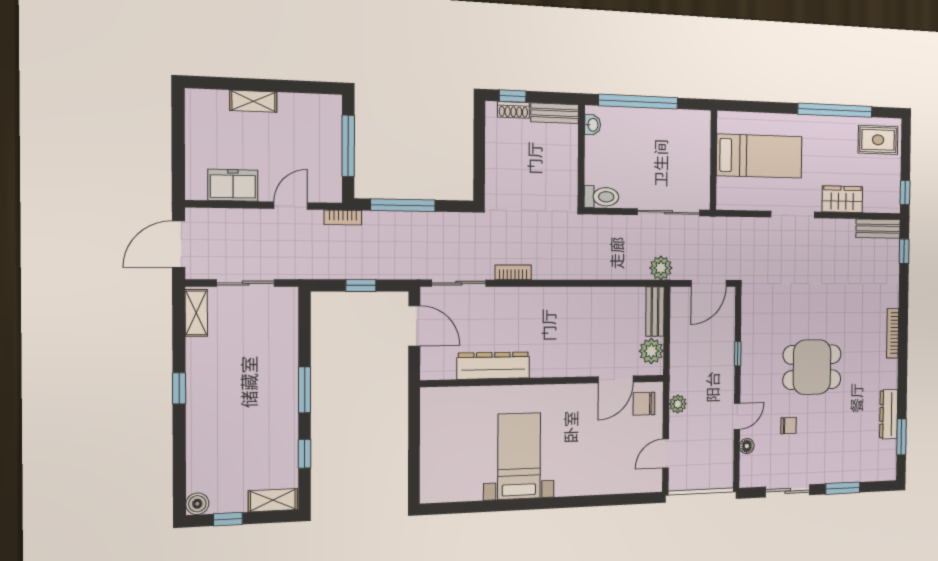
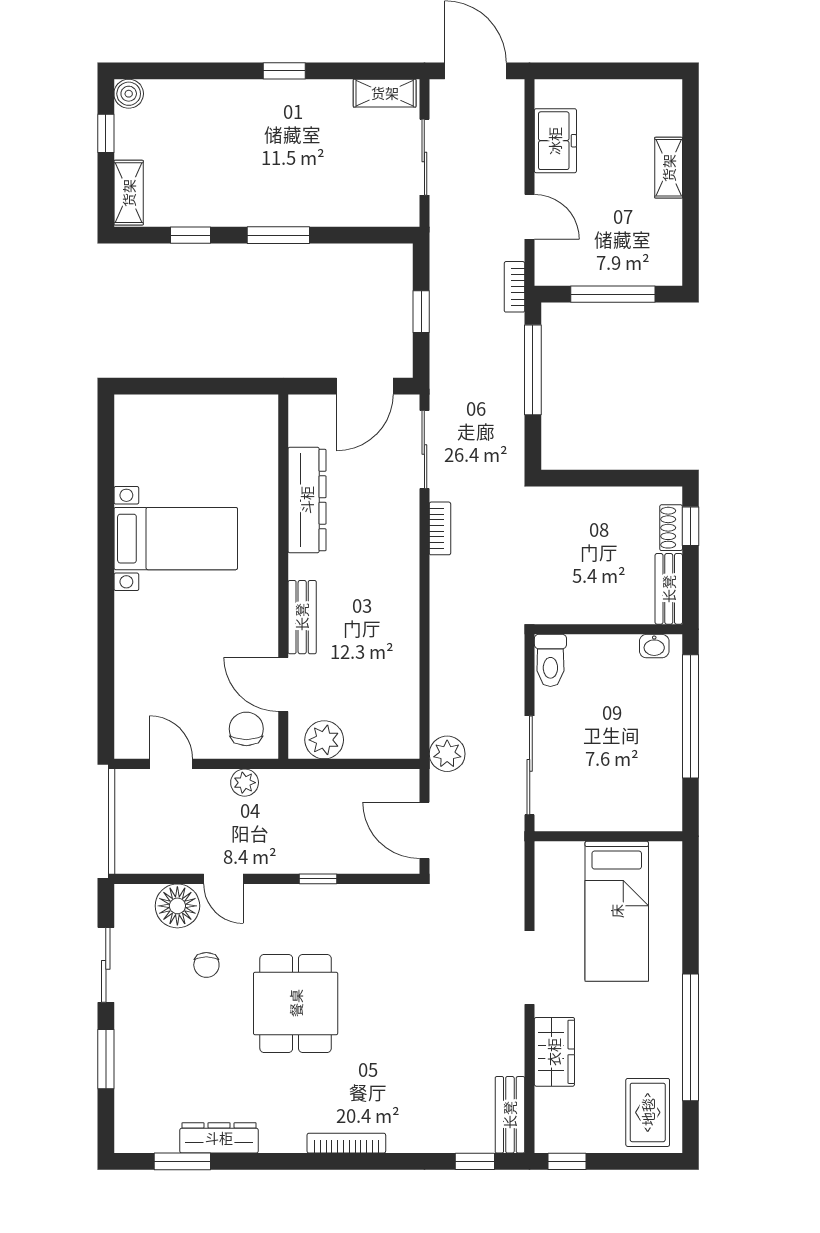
bench: (655, 311) -> (302, 617), moved, turned 90
floor lamp: (747, 446) -> (177, 906), width x1.89, depth x1.89

